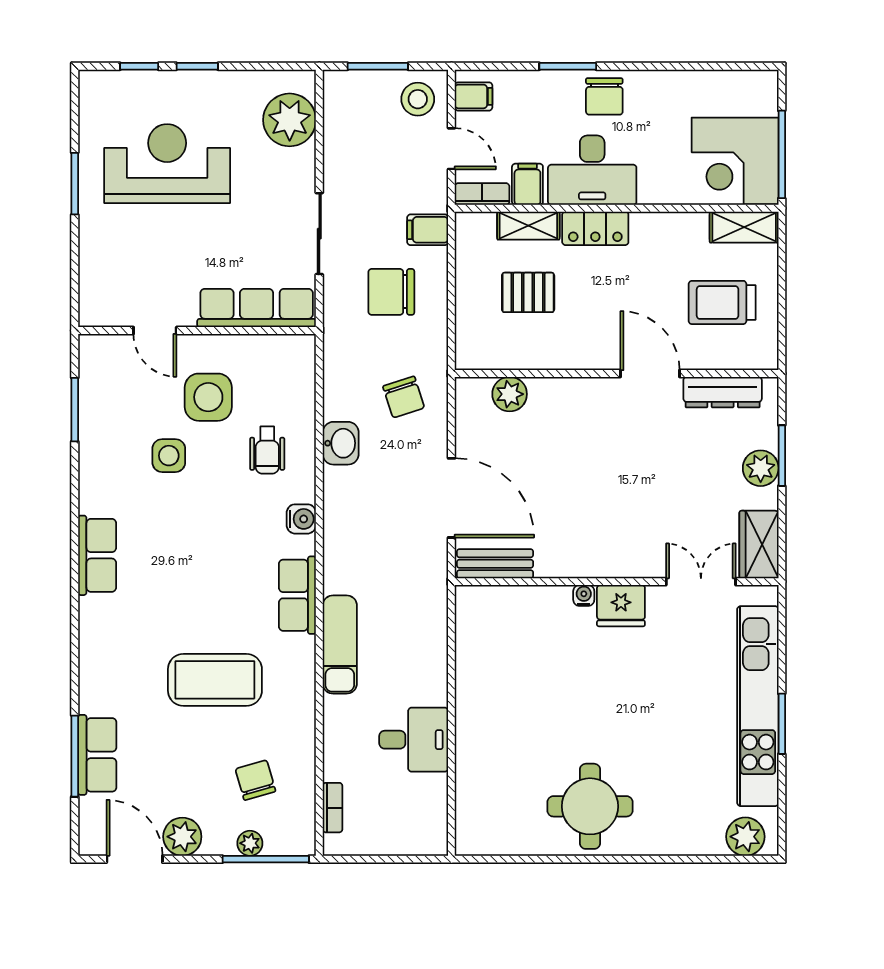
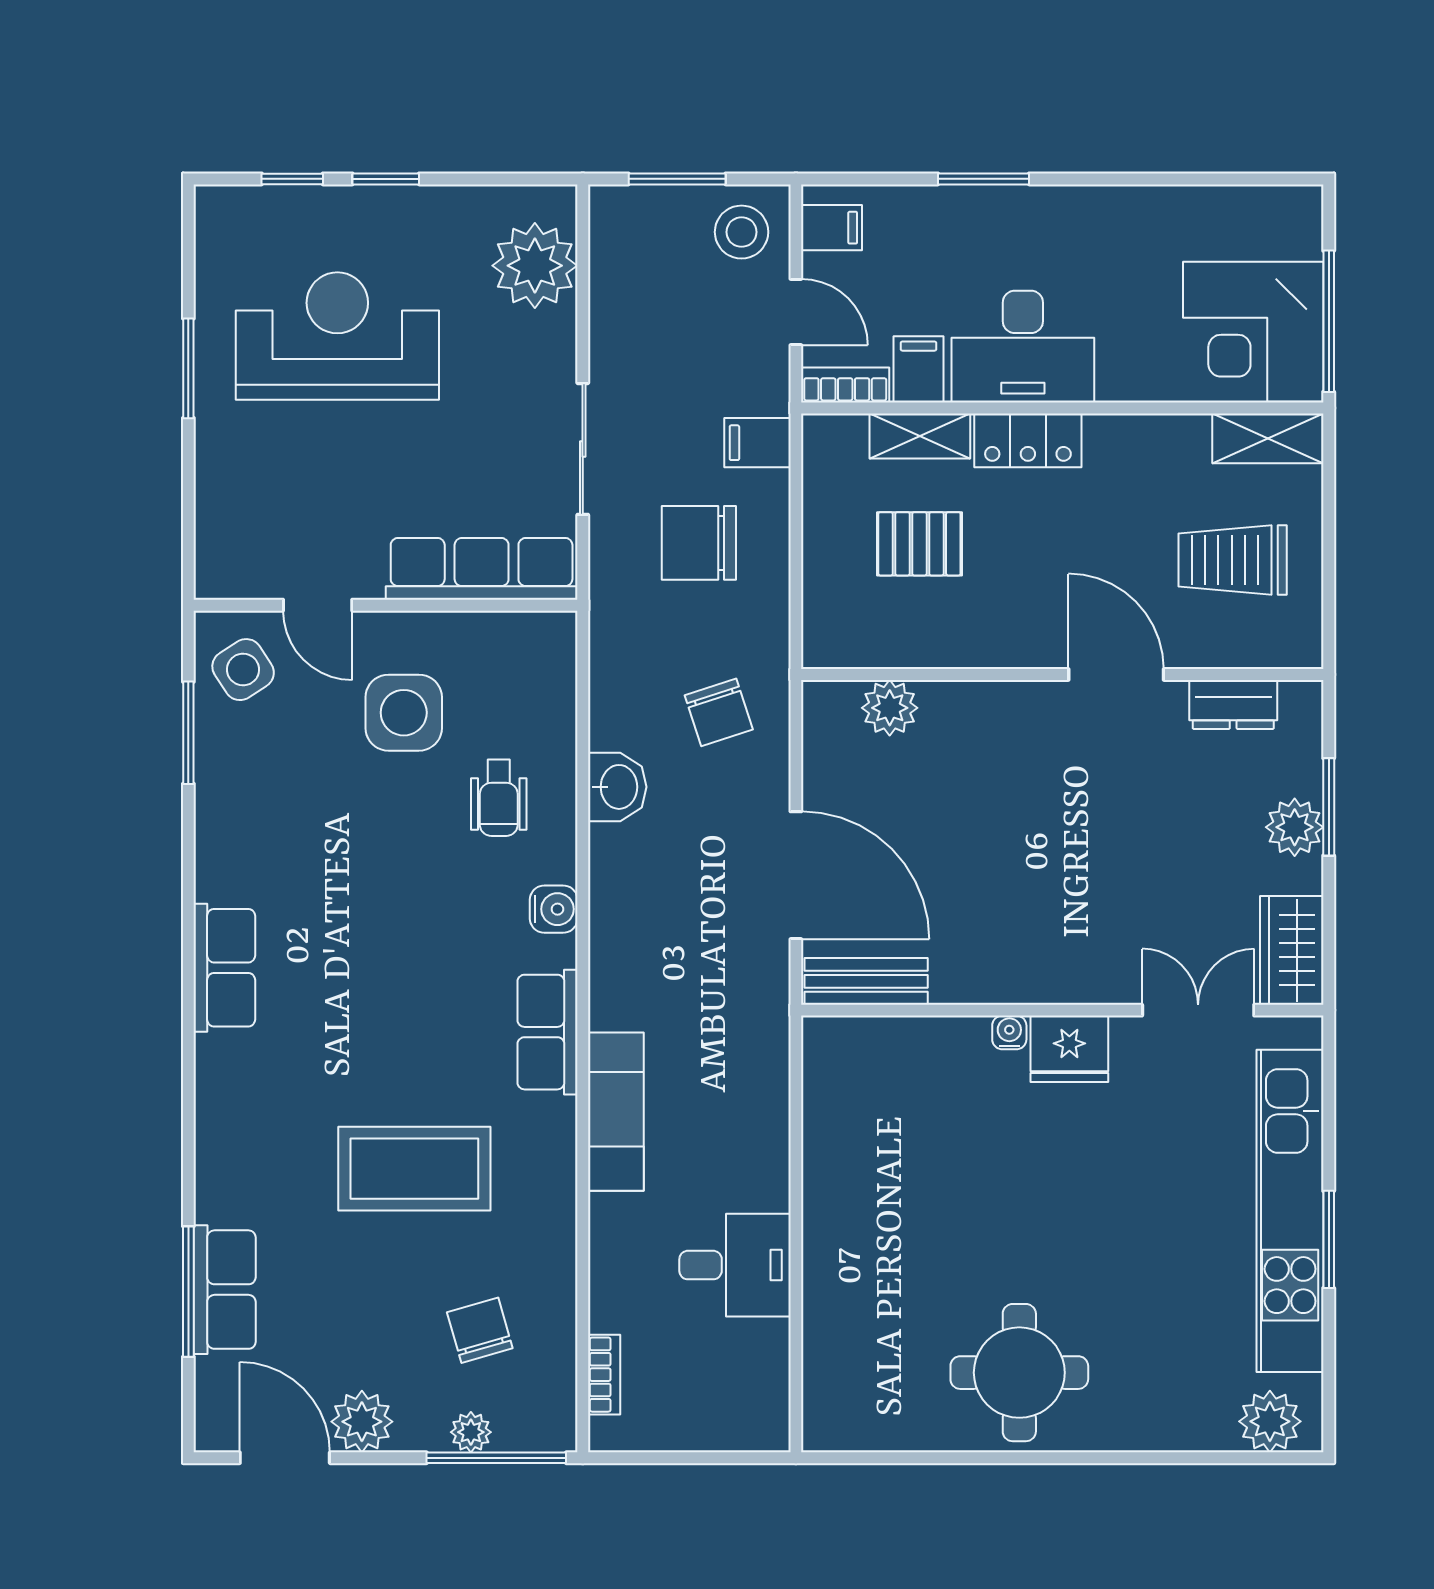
chair: (604, 96) -> (1042, 228), removed
dresser: (723, 392) -> (1233, 705), width x0.70
side table: (169, 456) -> (243, 670), moved, turned -33

